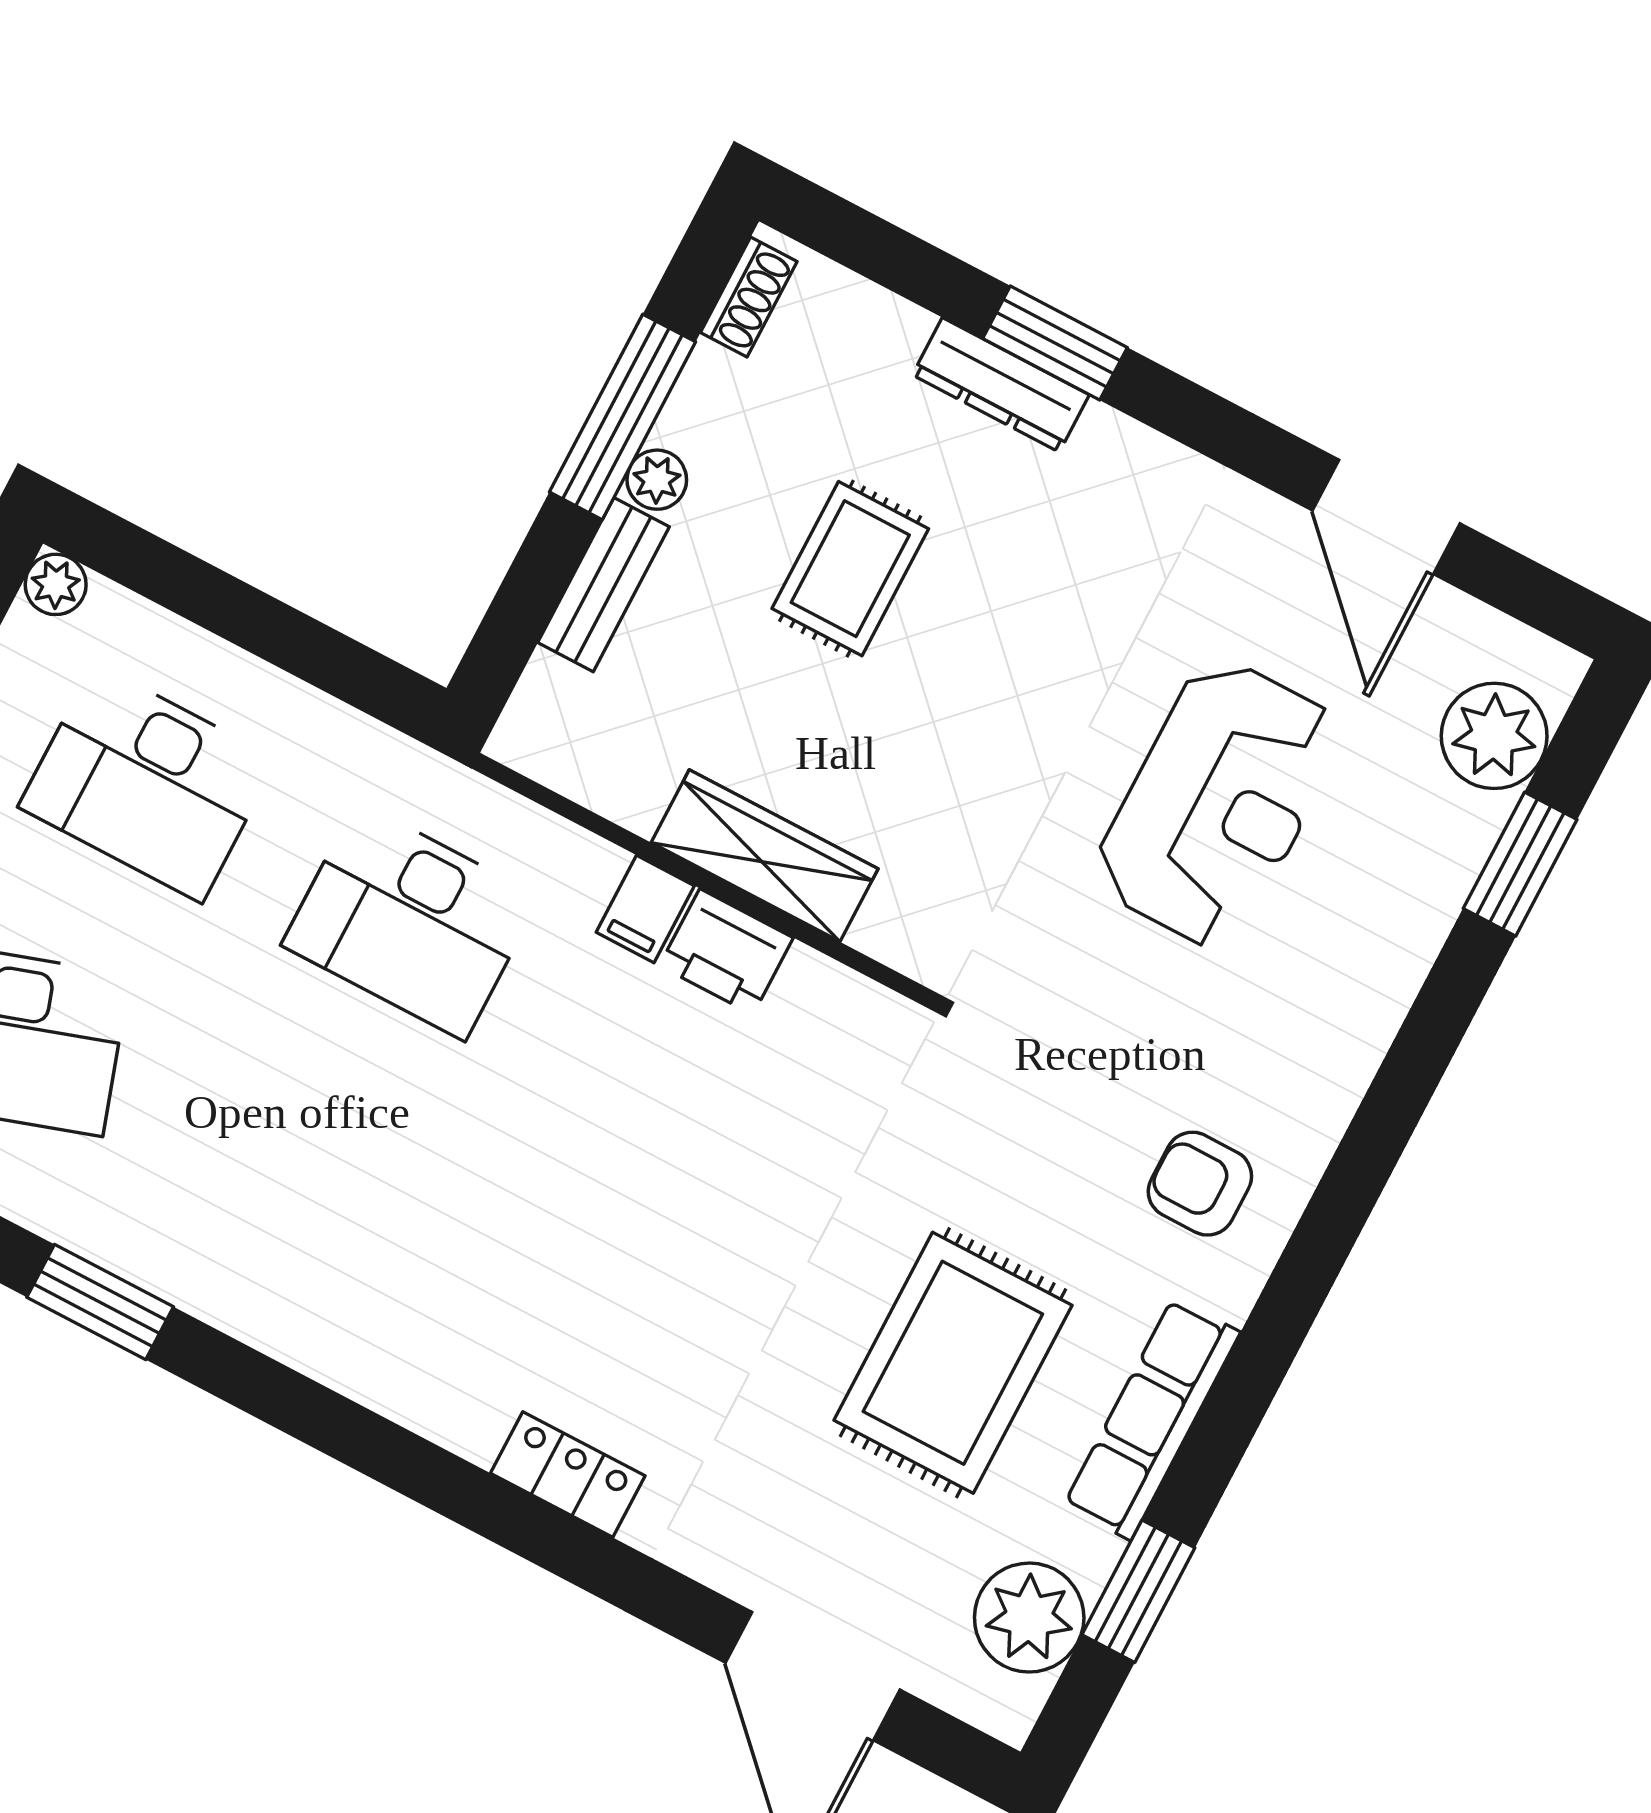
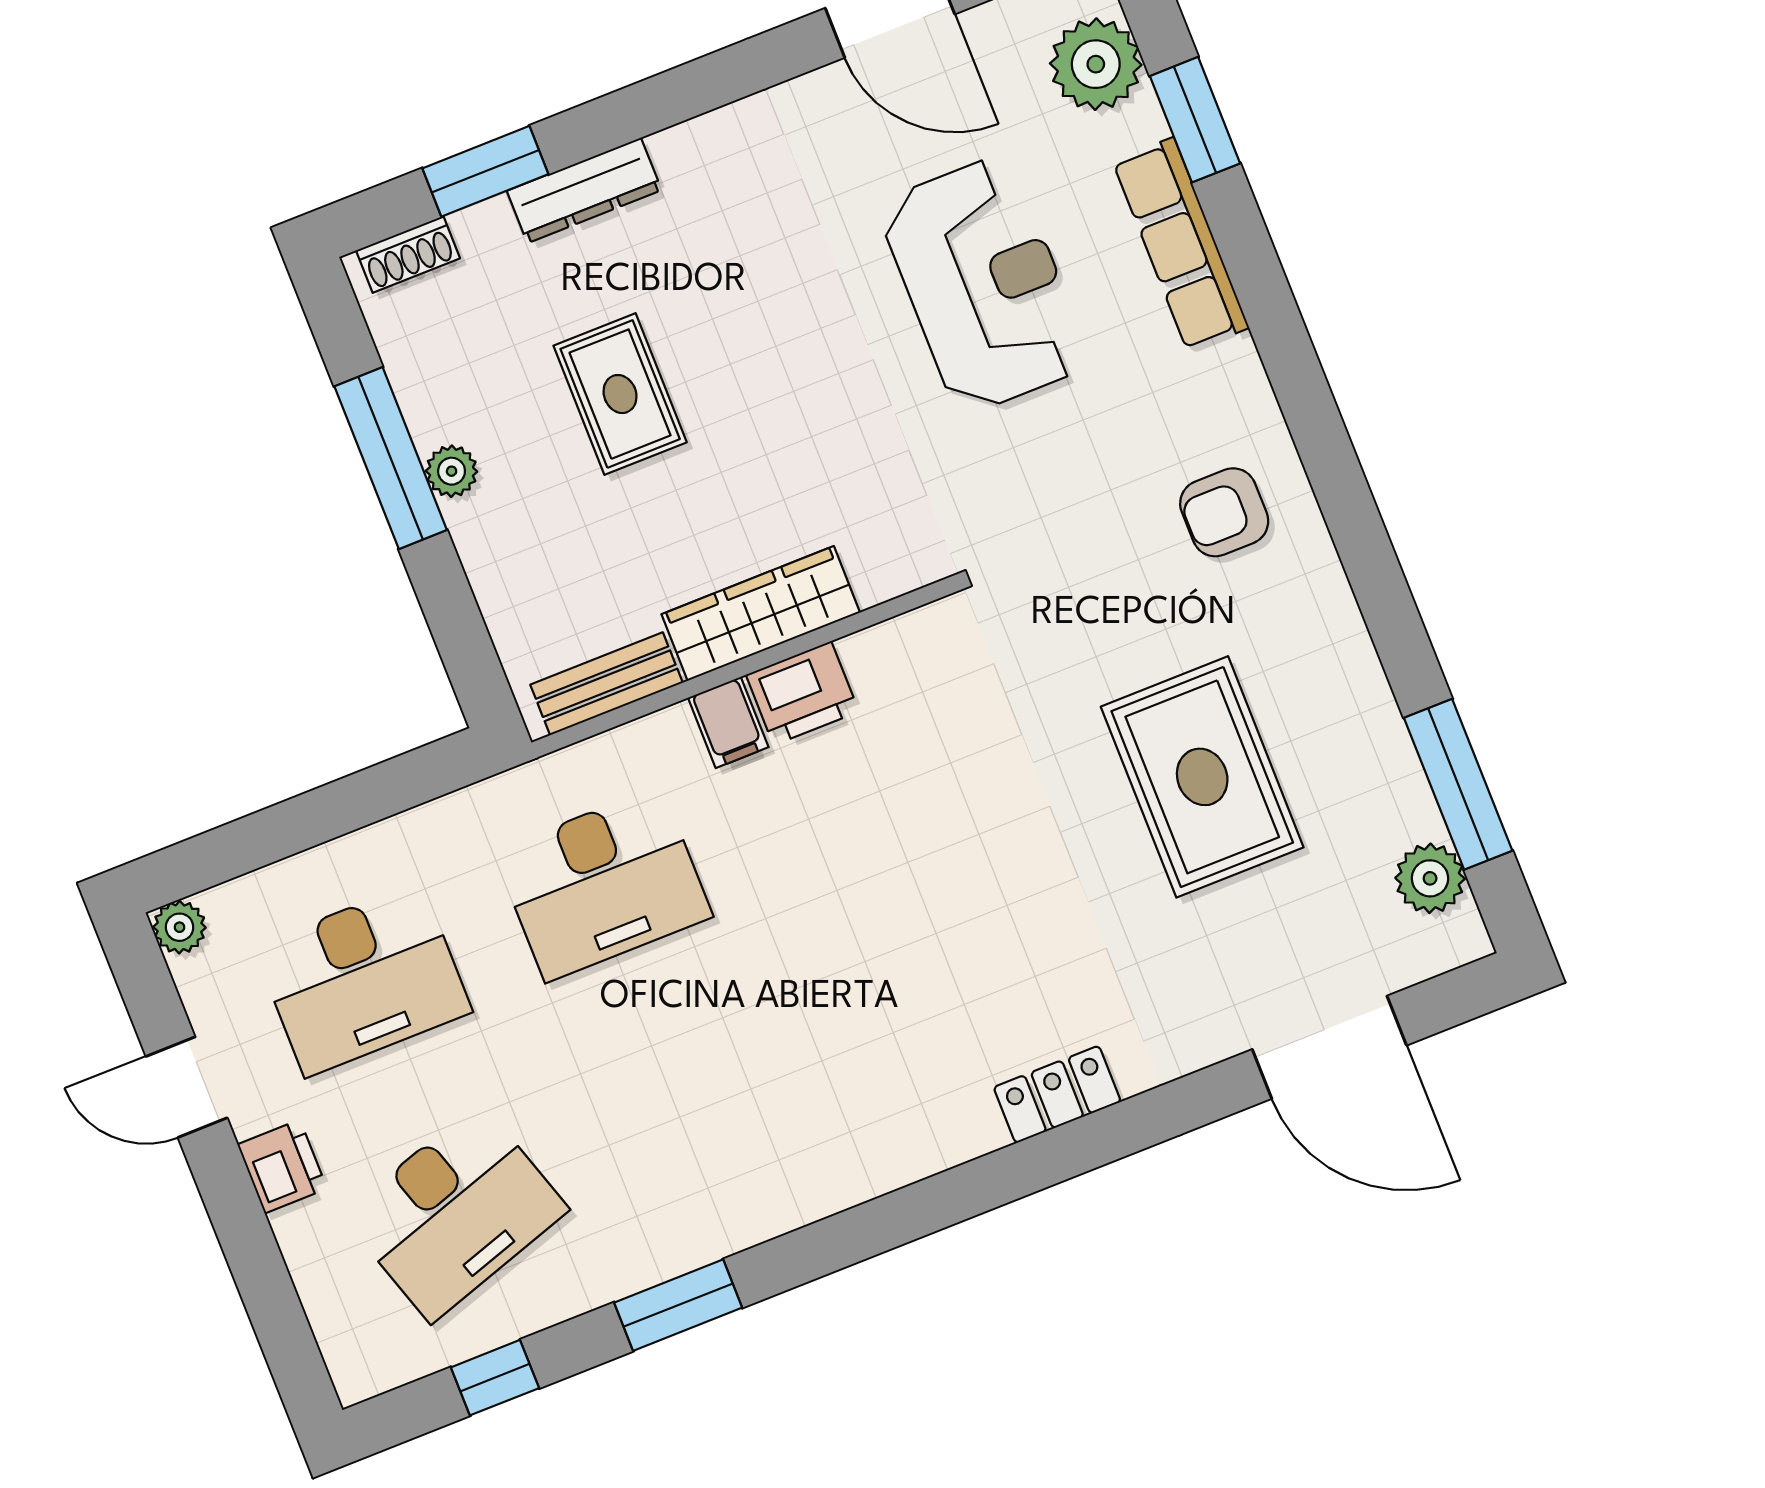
shoe rack: (749, 297) -> (408, 254), moved, turned 90
window: (1055, 343) -> (485, 171), moved
bench: (604, 585) -> (607, 684), moved, turned 90
row of seats: (1152, 1419) -> (1181, 245), moved
window: (1138, 1591) -> (1458, 784), width x1.44
plant: (1029, 1618) -> (1430, 878), width x0.73, depth x0.73

